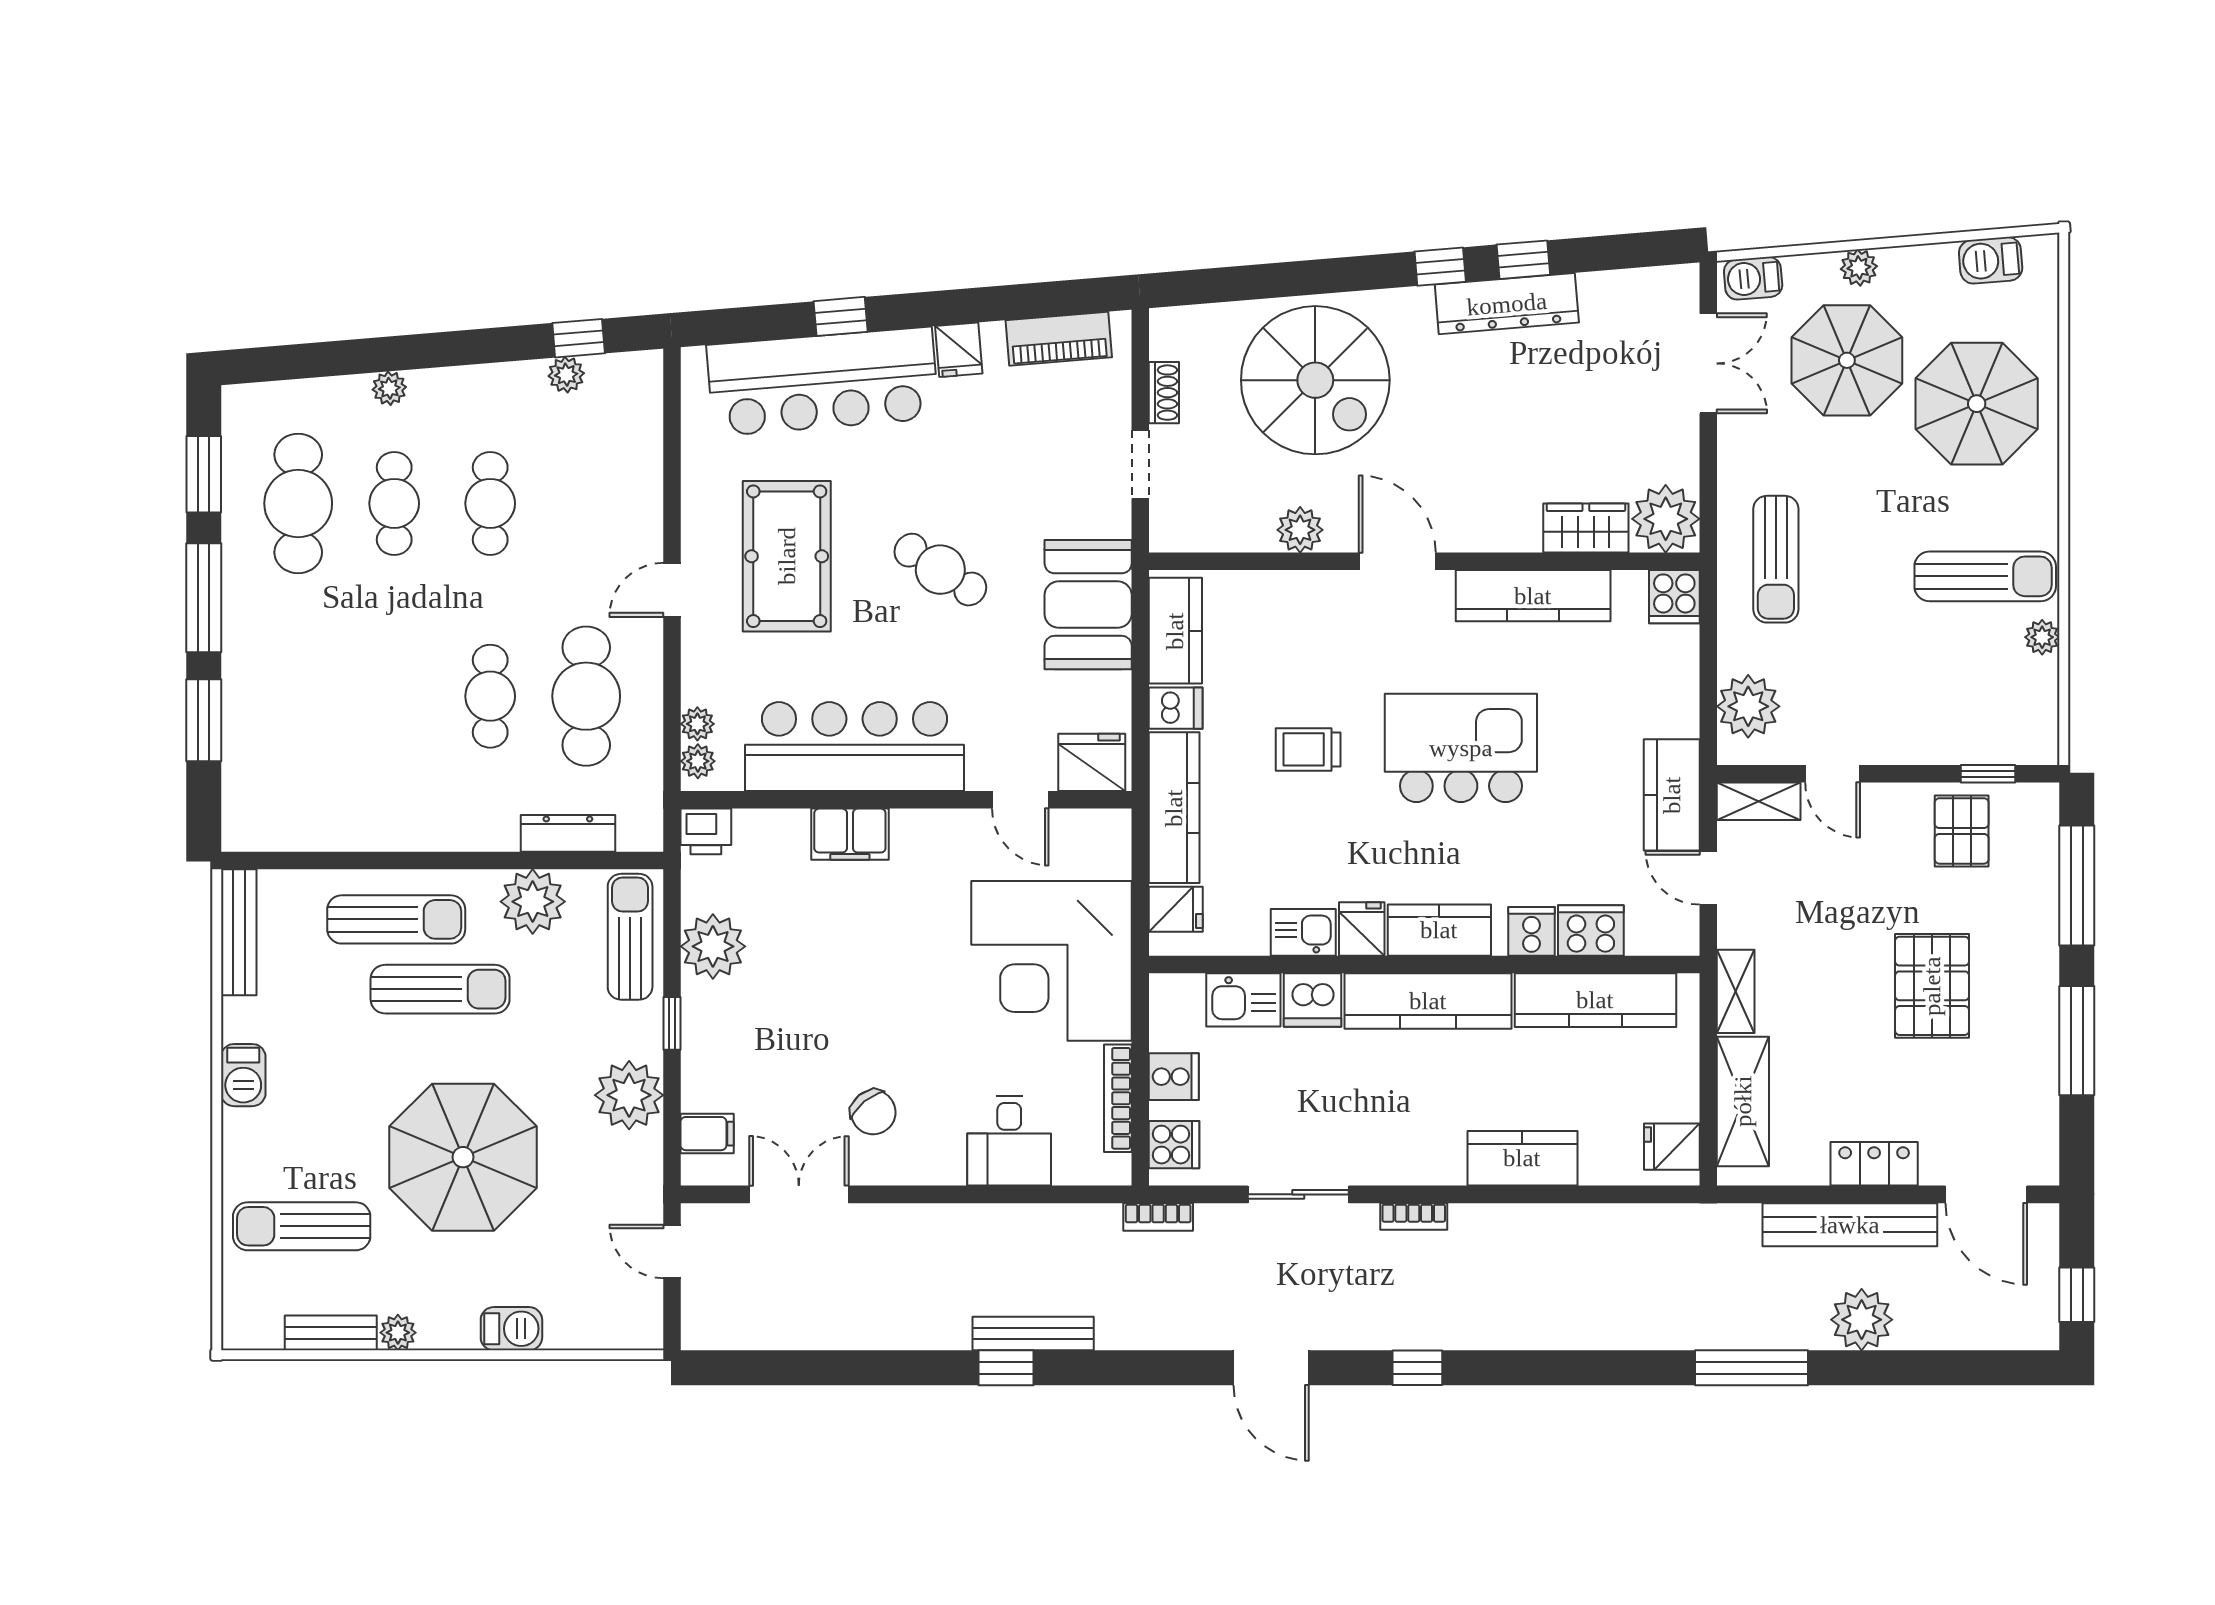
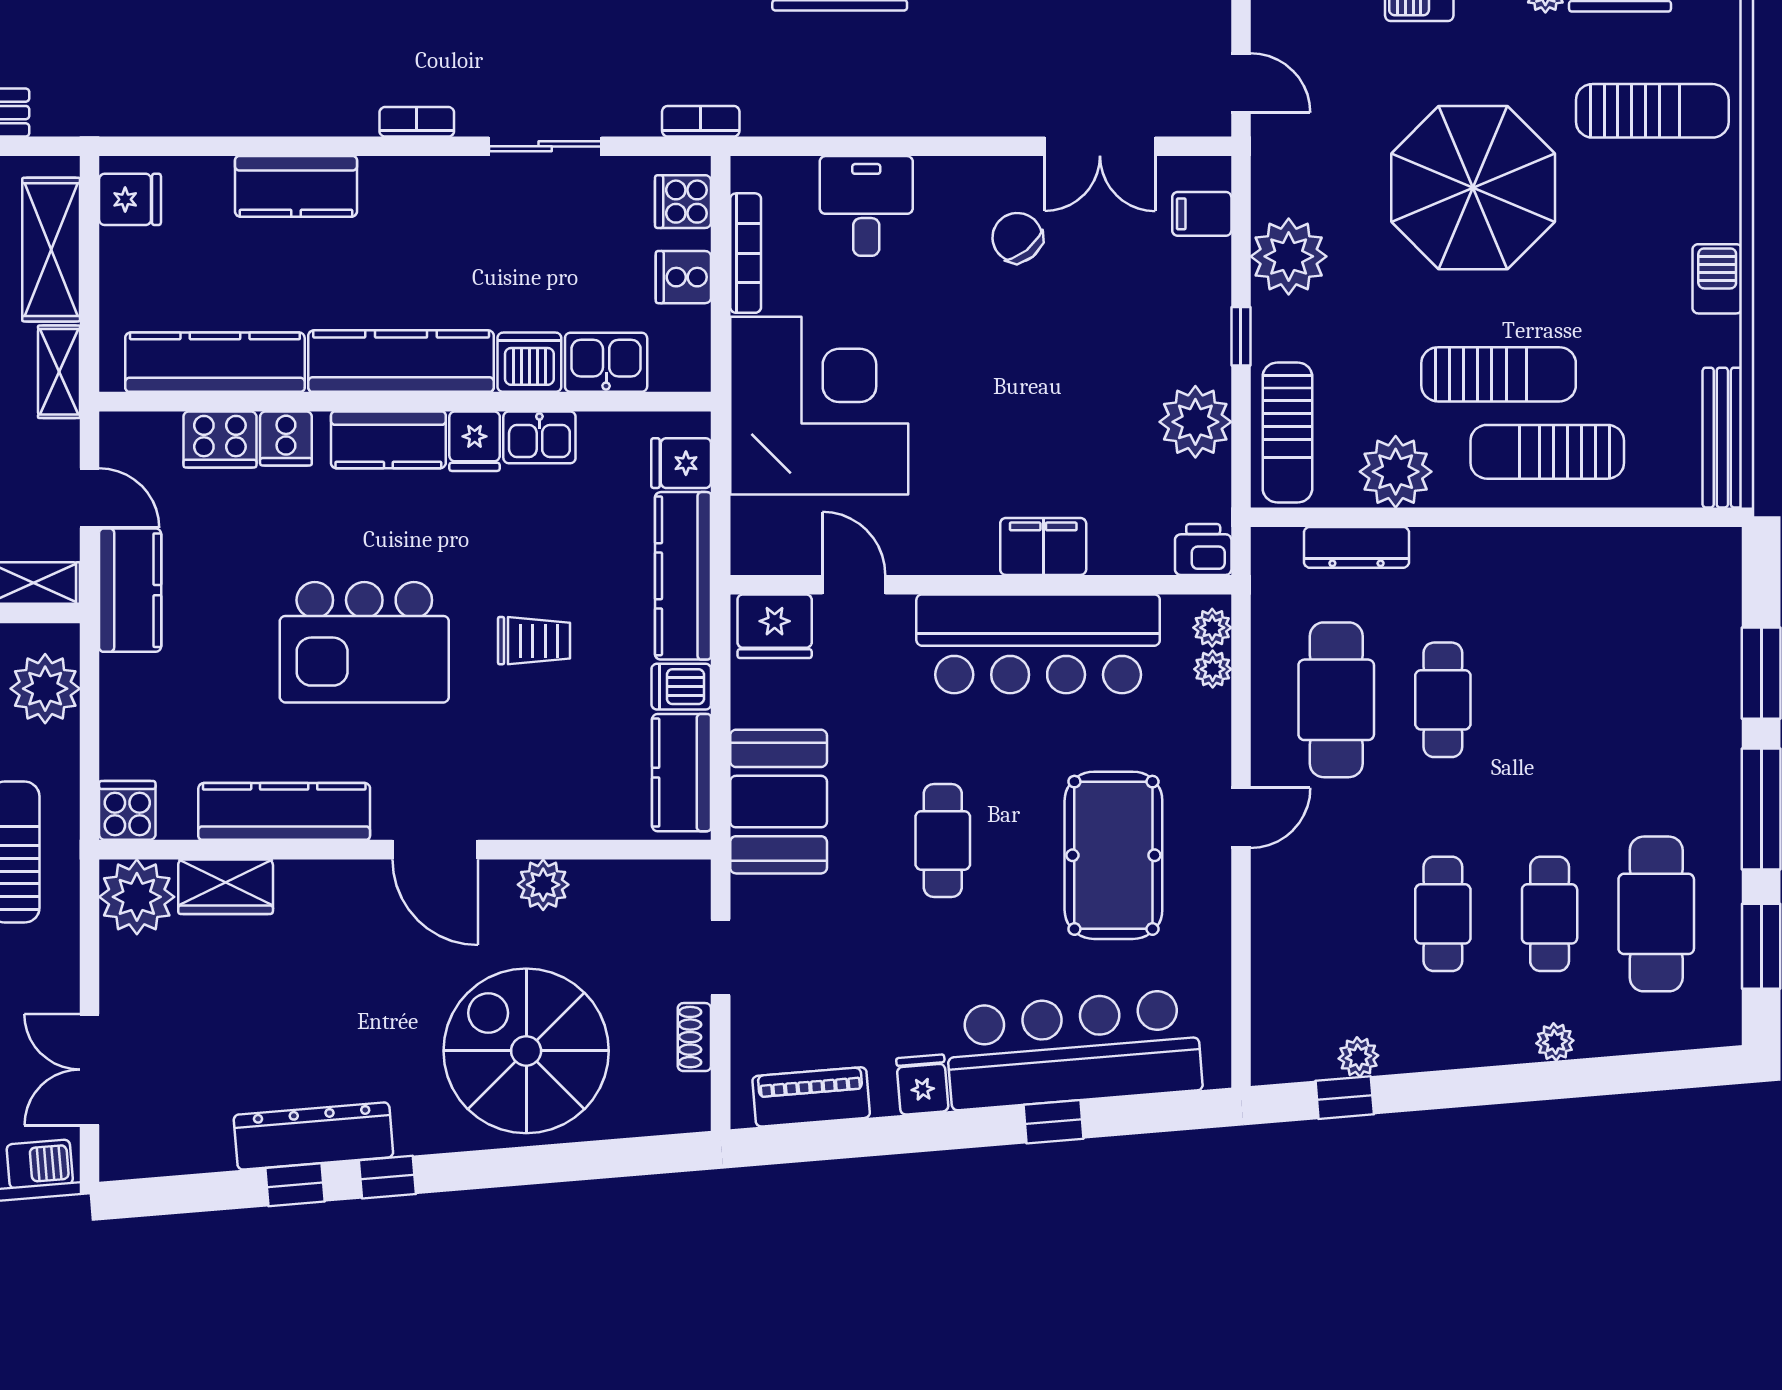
cafe table: (940, 570) -> (943, 840), turned 57
sun lounger: (440, 989) -> (1499, 374), turned 180

